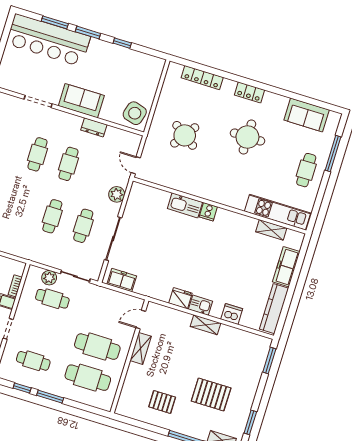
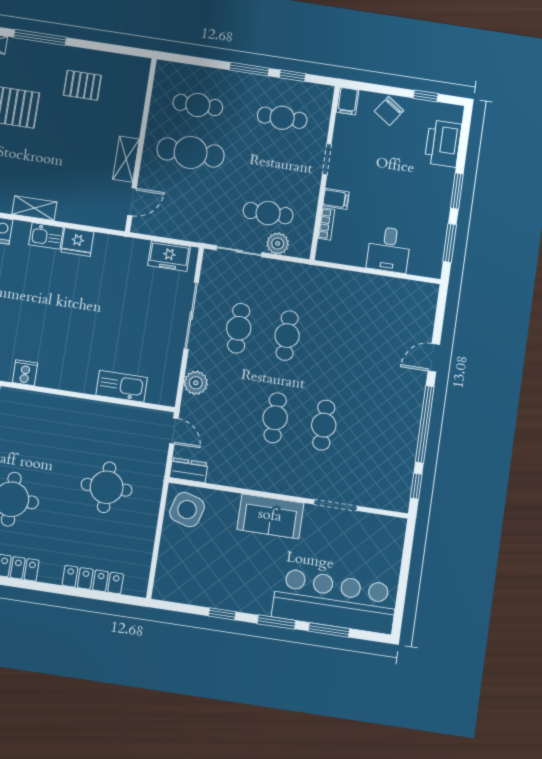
dresser: (94, 127) -> (189, 470), moved
round table: (185, 135) -> (107, 487), turned -35
kitchen sink: (185, 205) -> (122, 386), moved
cooker: (208, 212) -> (25, 373), moved
cafe table: (88, 378) -> (198, 105), width x0.73, depth x0.74

